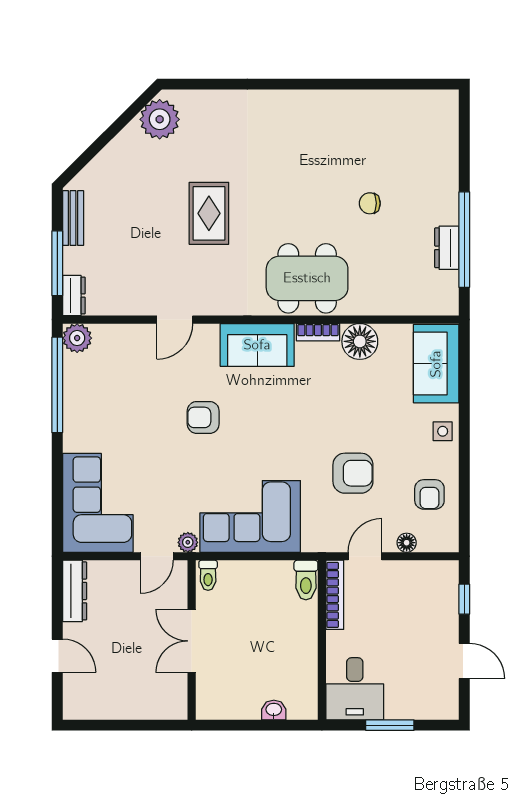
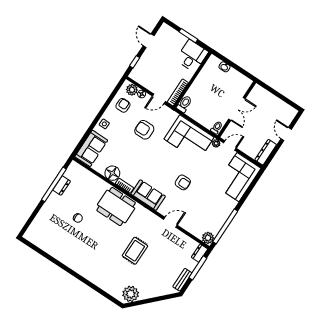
plant: (432, 538) -> (132, 90), added

